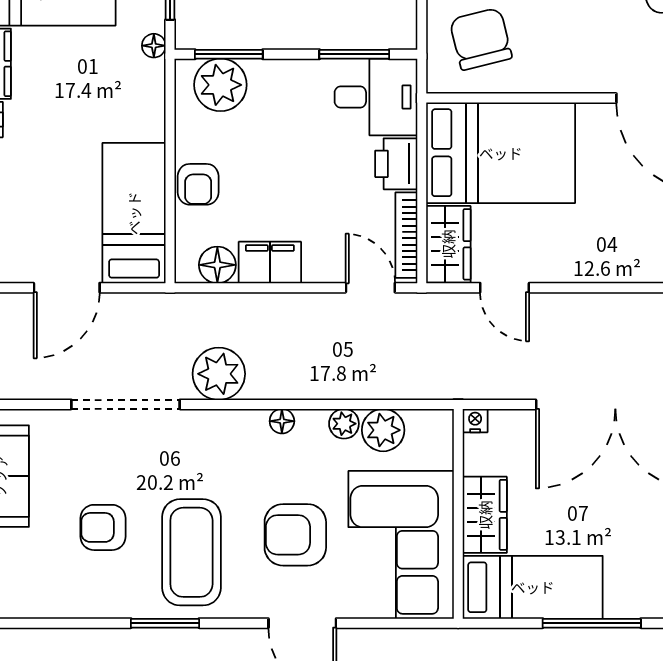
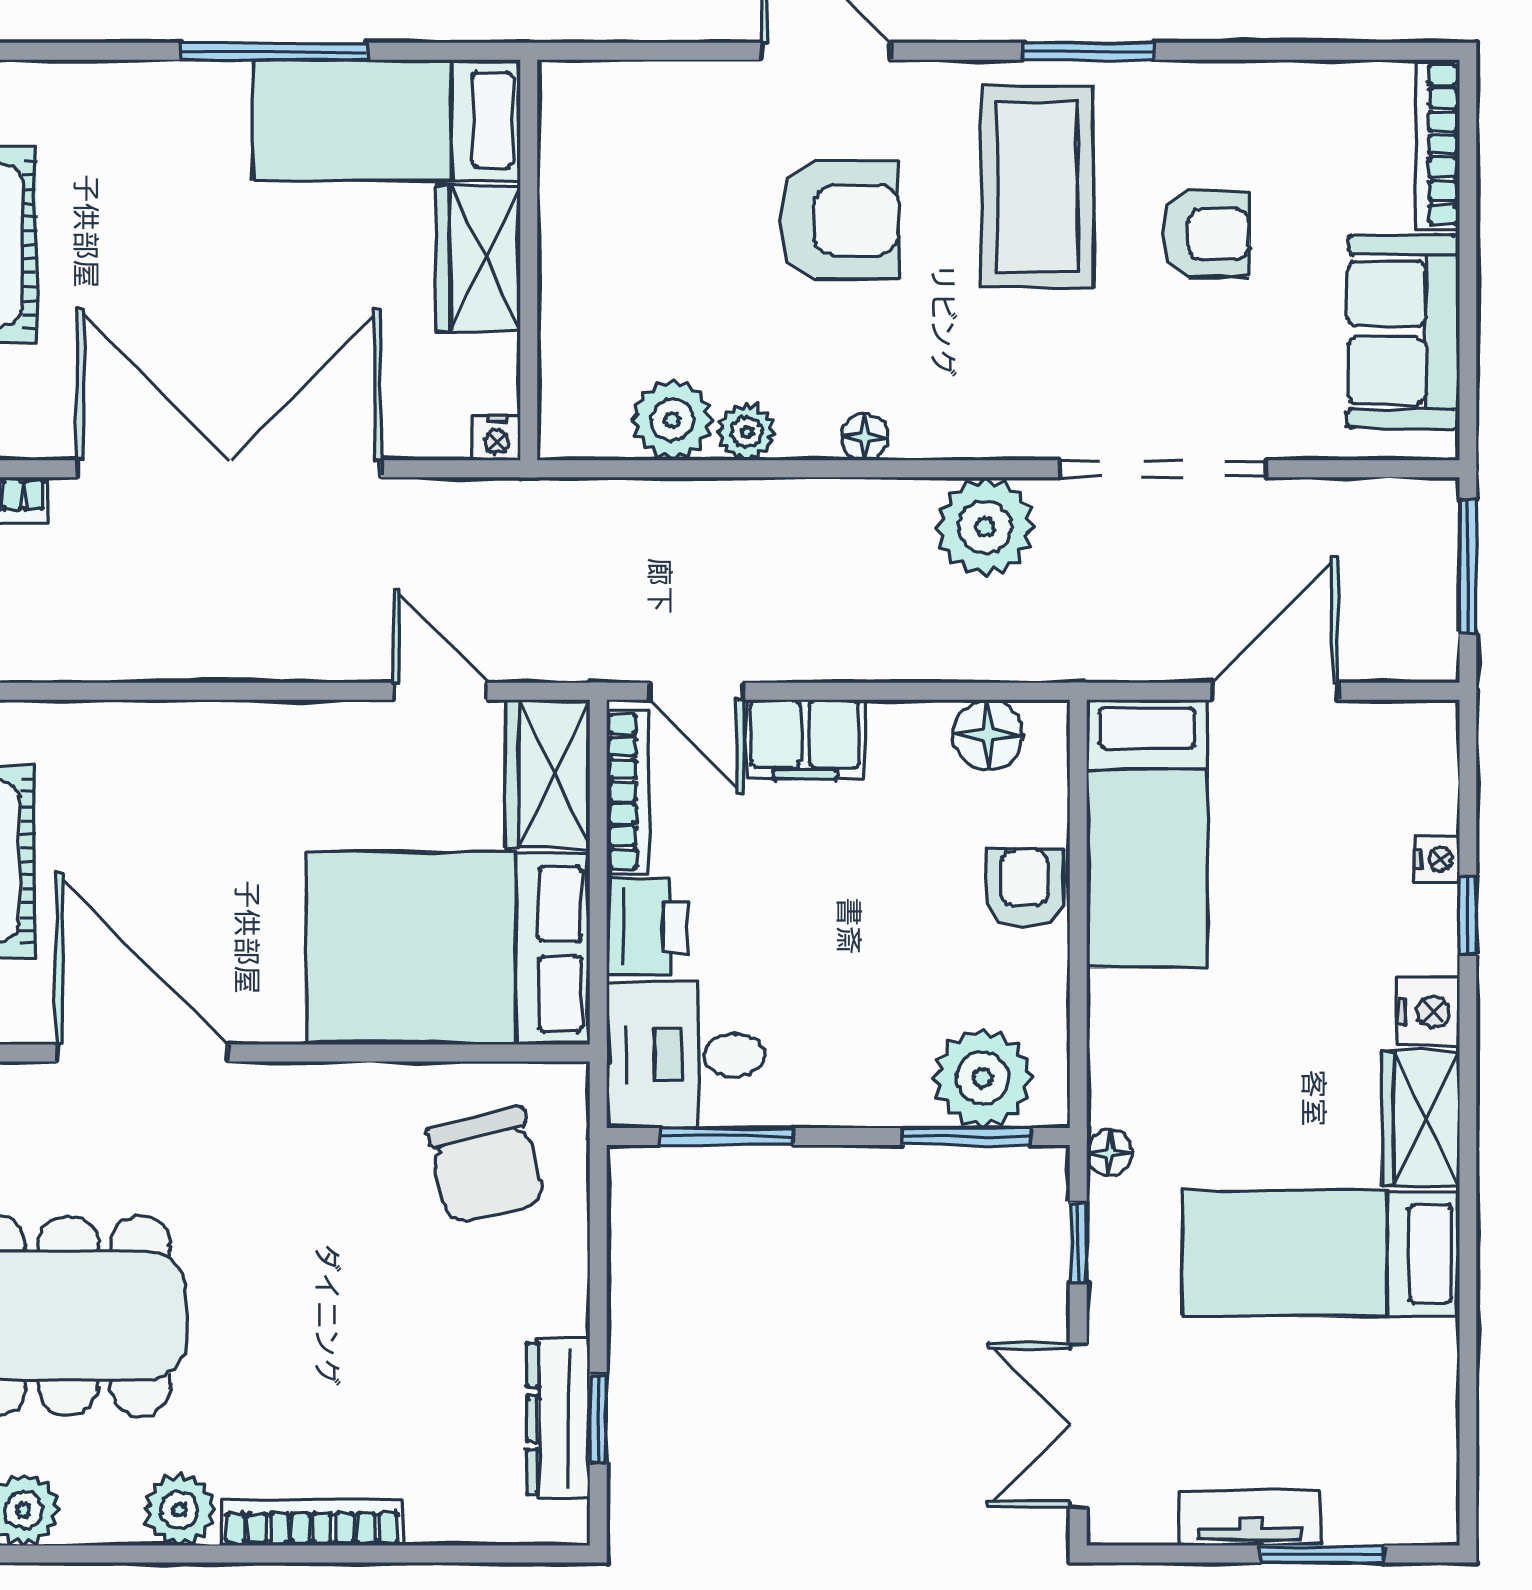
filing cabinet: (270, 263) -> (805, 739), moved
corner sofa: (401, 545) -> (638, 201), removed

